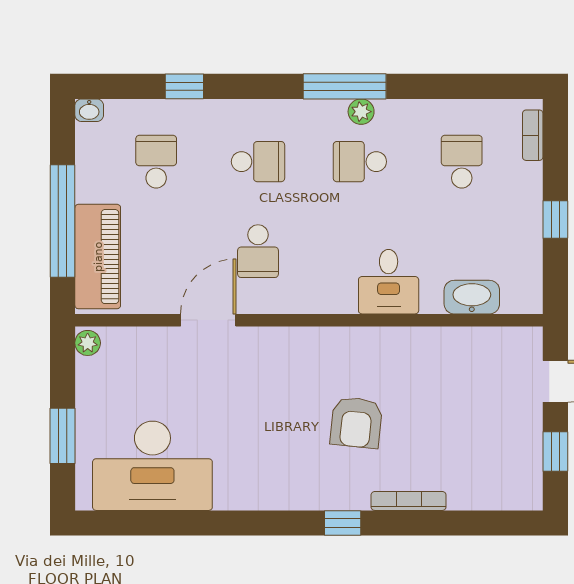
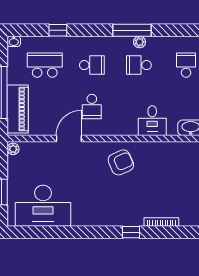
school desk: (156, 162) -> (45, 65), width x1.85
armchair: (356, 422) -> (121, 162), moved, turned -120

